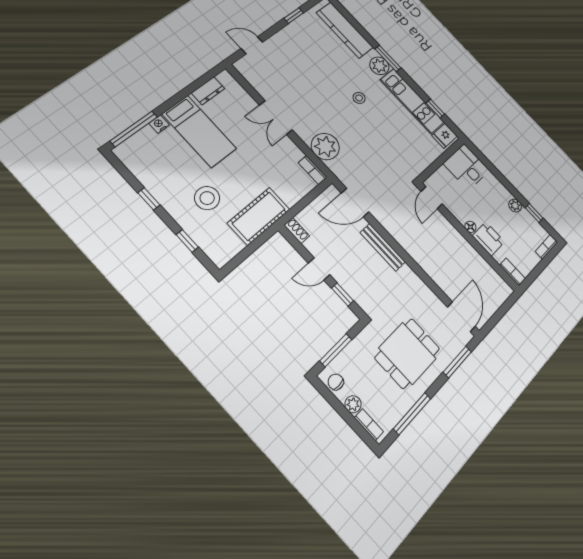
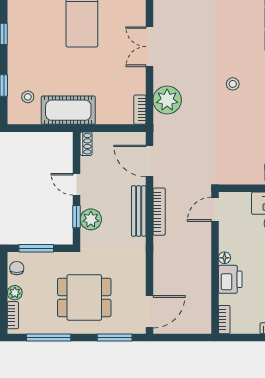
stool: (207, 198) -> (28, 97), moved, width x0.53, depth x0.53
bookcase: (397, 234) -> (159, 212), added
plant: (355, 287) -> (91, 219), added

